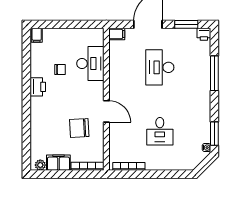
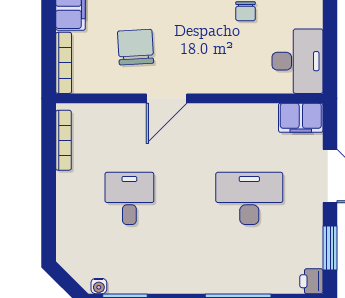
filing cabinet: (117, 34) -> (301, 118), width x2.00
desk: (90, 64) -> (297, 61), moved, turned -90
desk: (160, 131) -> (129, 198), turned 90

